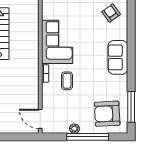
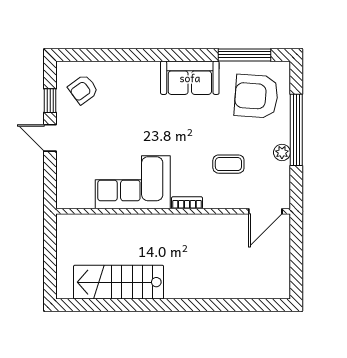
sofa: (118, 57) -> (190, 78), moved
coffee table: (67, 81) -> (228, 164), moved
armchair: (107, 114) -> (256, 96), turned 97

